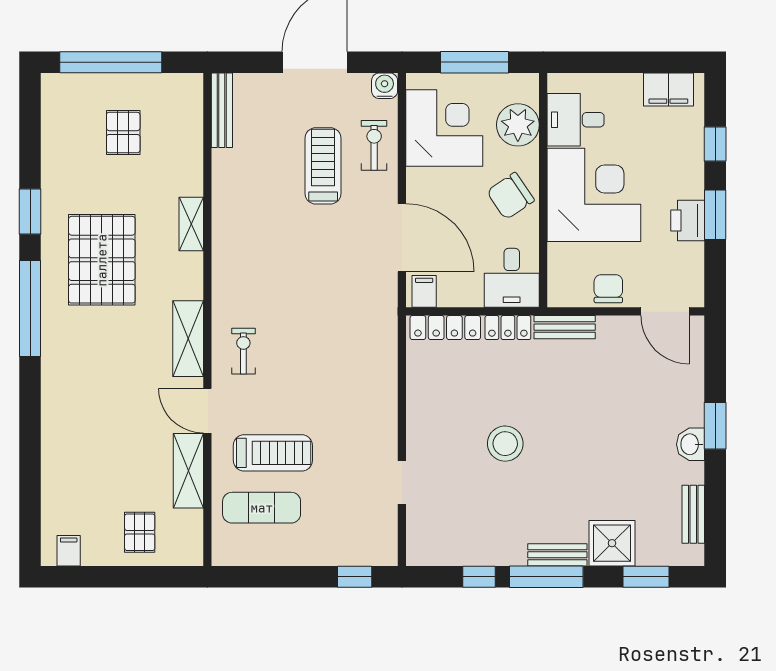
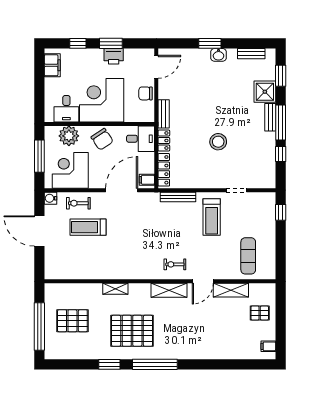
bench: (222, 110) -> (178, 197), moved
pallet: (123, 133) -> (72, 321), width x1.50, depth x1.42
treadmill: (273, 453) -> (212, 217), moved, turned 180

